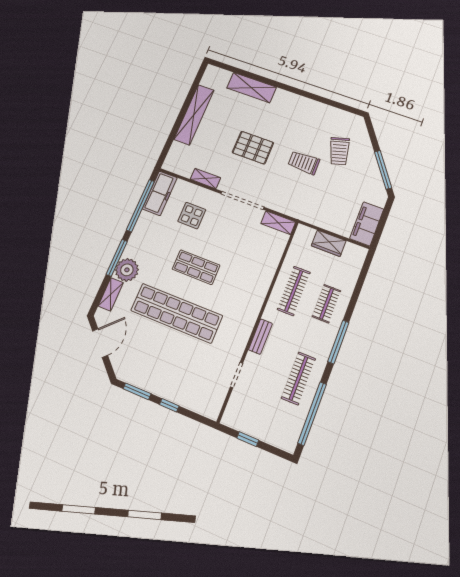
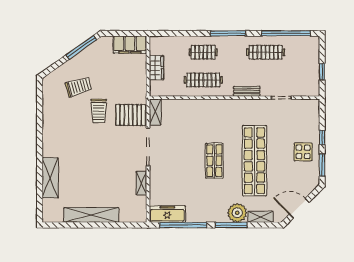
pallet: (253, 148) -> (131, 115), moved, turned 90
display table: (192, 216) -> (303, 152), moved

